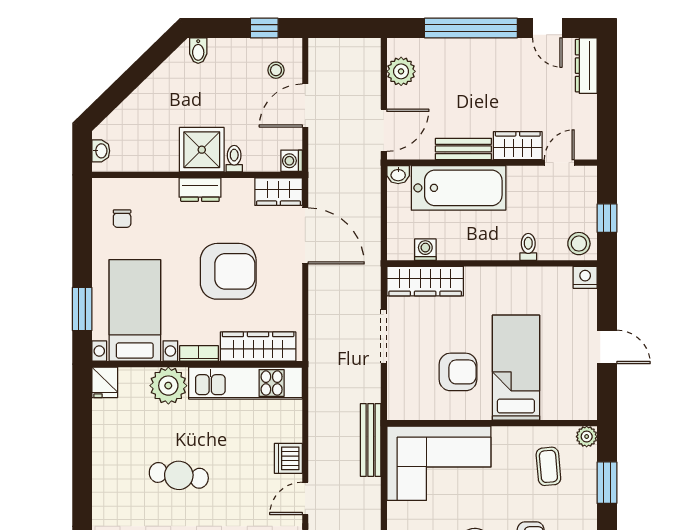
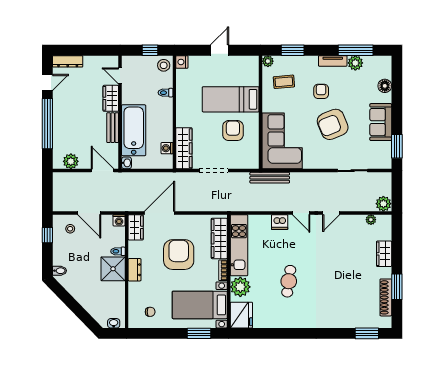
fridge: (105, 382) -> (241, 315), width x1.88, depth x1.34

